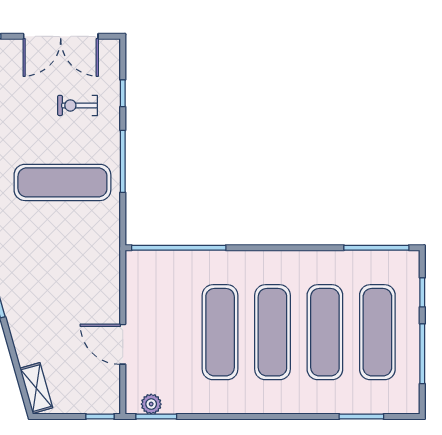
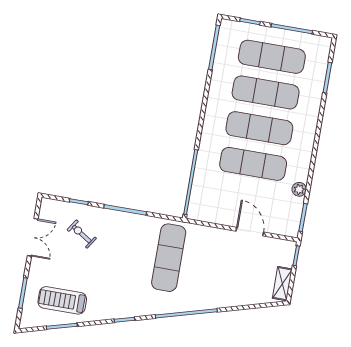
double door: (61, 36) -> (33, 237), width x0.73
exercise bike: (78, 105) -> (82, 234), turned 123
exercise mat: (62, 182) -> (169, 258), moved
door: (123, 344) -> (250, 232), swing flipped
shelving: (36, 388) -> (282, 284), moved, turned -74
plant: (151, 404) -> (299, 189), moved

